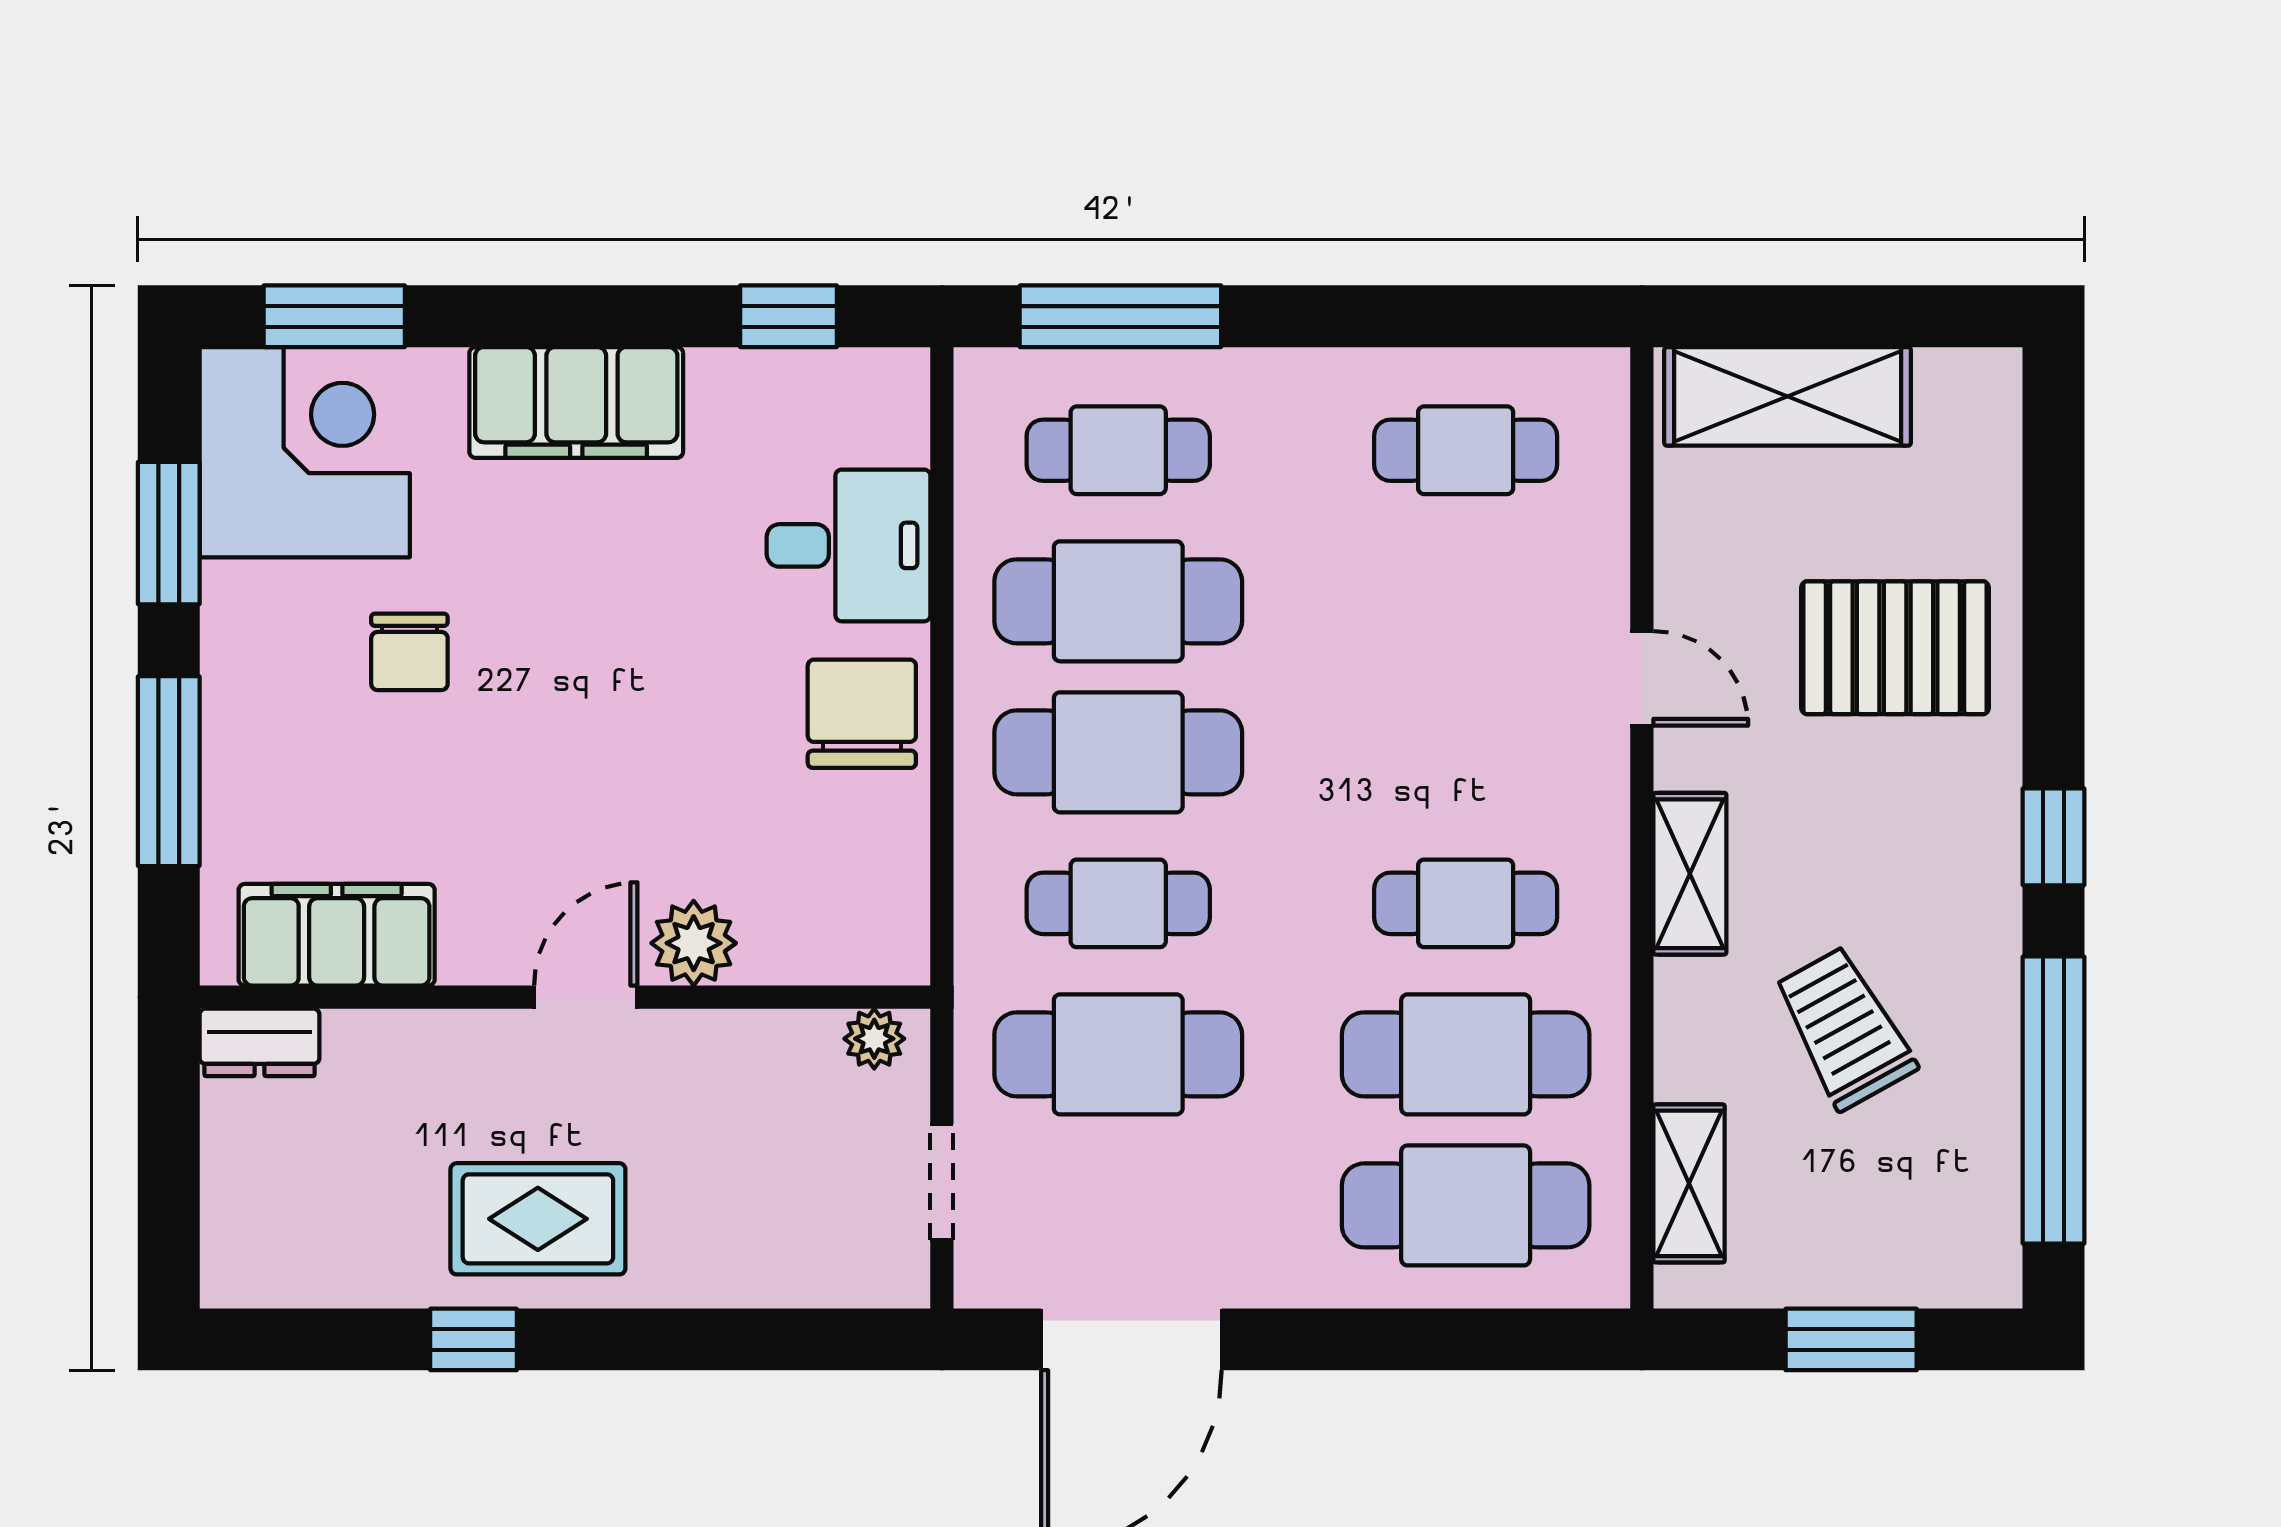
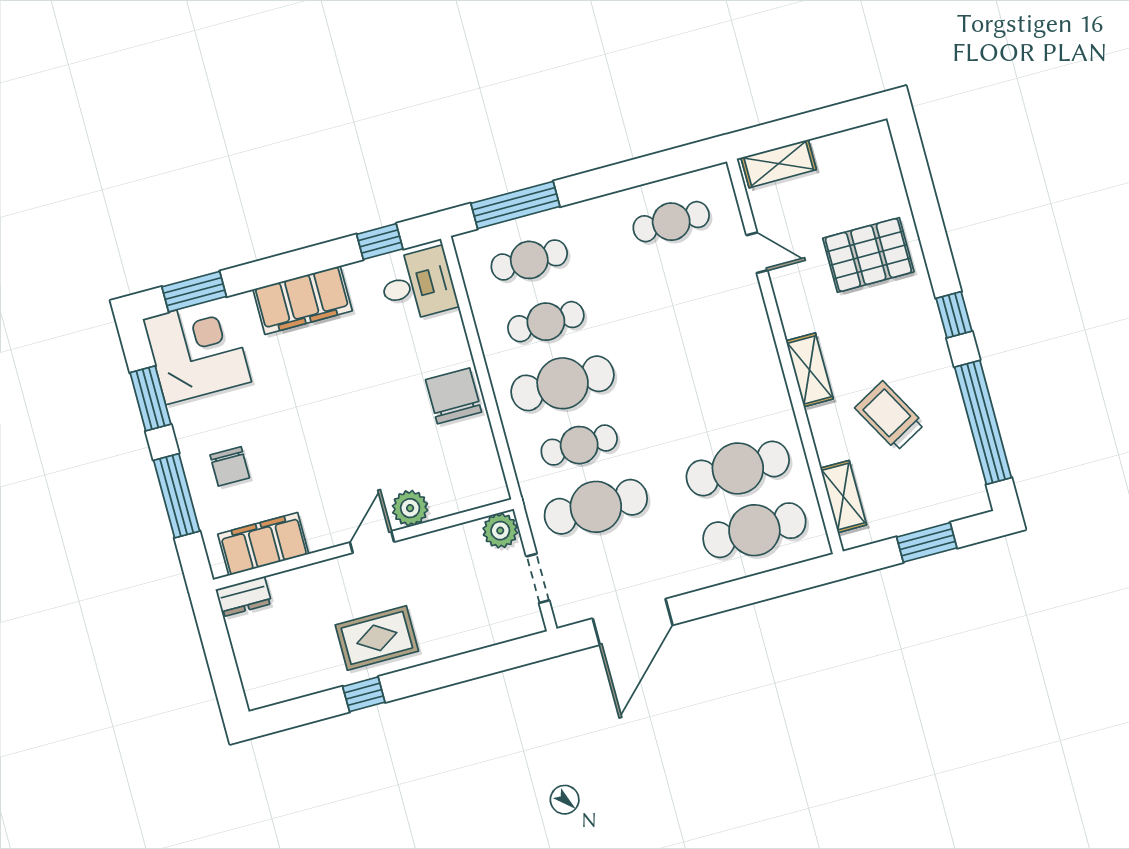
shelving: (1788, 396) -> (779, 164), width x0.67, depth x0.75
desk: (849, 545) -> (418, 285), moved
cafe table: (1118, 601) -> (546, 322), width x0.73, depth x0.74
chair: (409, 652) -> (230, 466), moved
door: (1642, 678) -> (757, 253), moved
cafe table: (1466, 903) -> (721, 407), removed
plant: (874, 1039) -> (500, 531), width x1.38, depth x1.38

